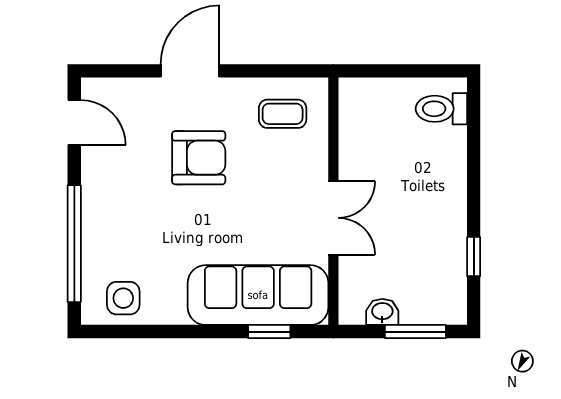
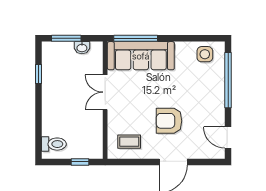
window: (386, 71) -> (80, 162), added
window: (269, 332) -> (136, 38), width x2.17

